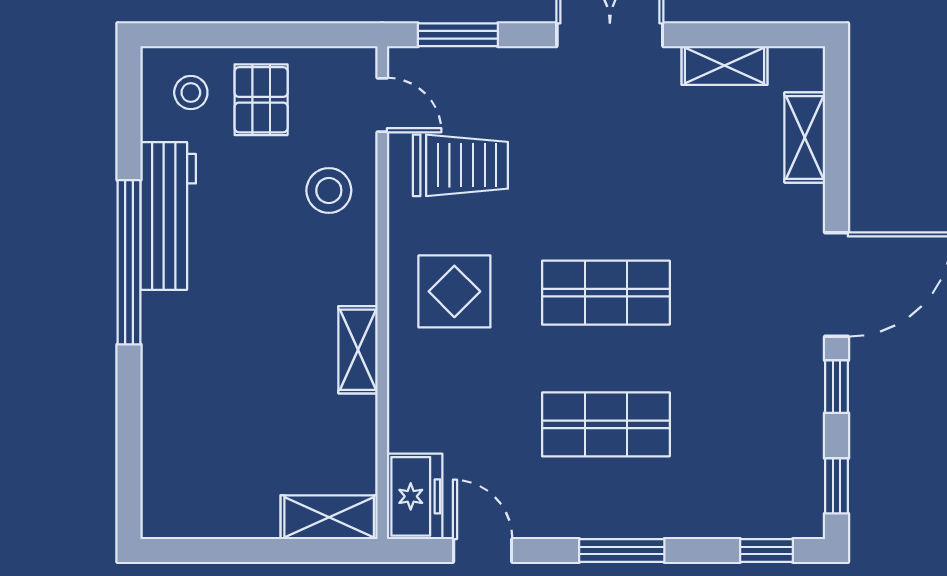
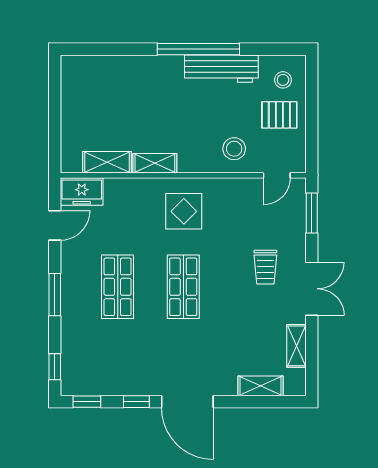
trolley: (460, 165) -> (265, 267), moved, width x0.73, depth x0.72
shelving: (329, 517) -> (107, 162), moved, turned 90

